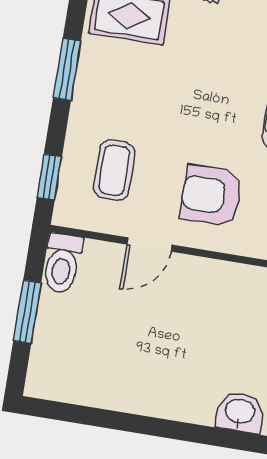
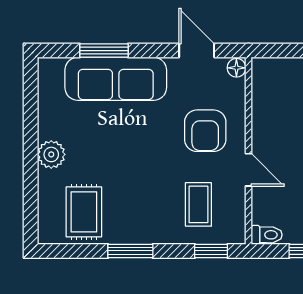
coffee table: (114, 170) -> (198, 204), turned 90
toilet: (62, 263) -> (267, 235), width x0.73, depth x0.72

